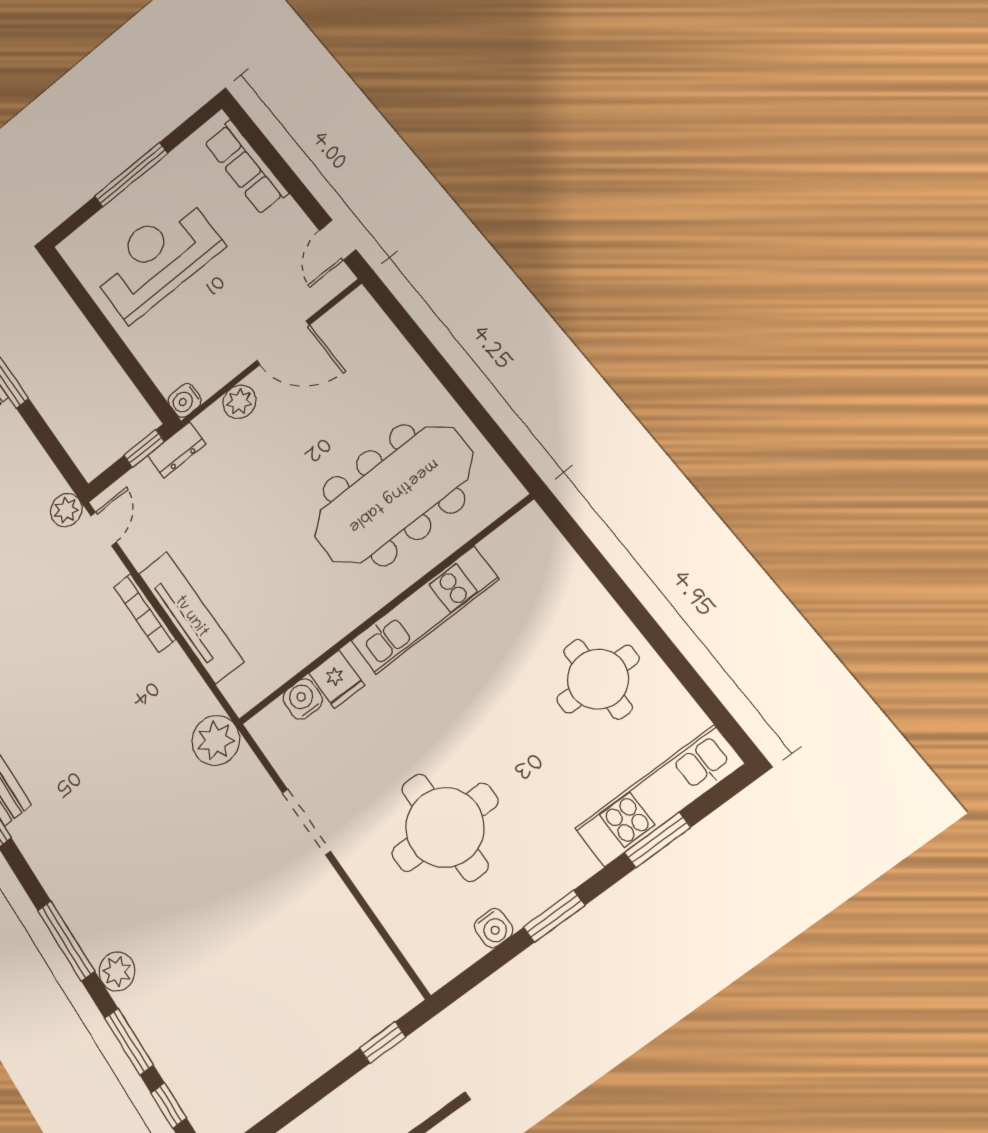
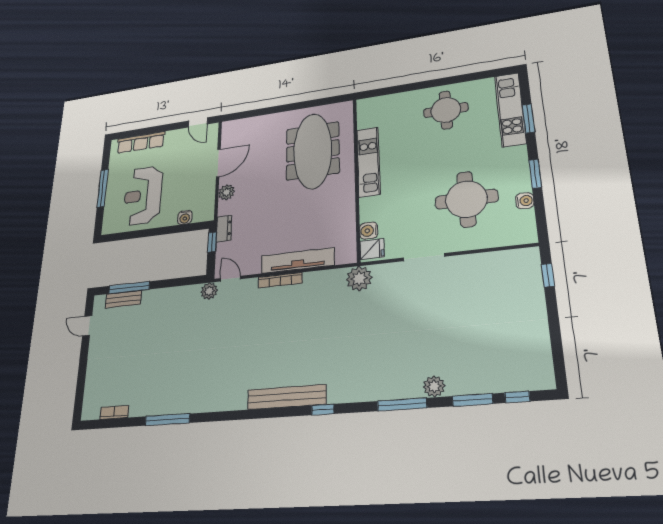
water cooler: (185, 400) -> (185, 217), moved
fridge: (337, 679) -> (372, 249), moved

